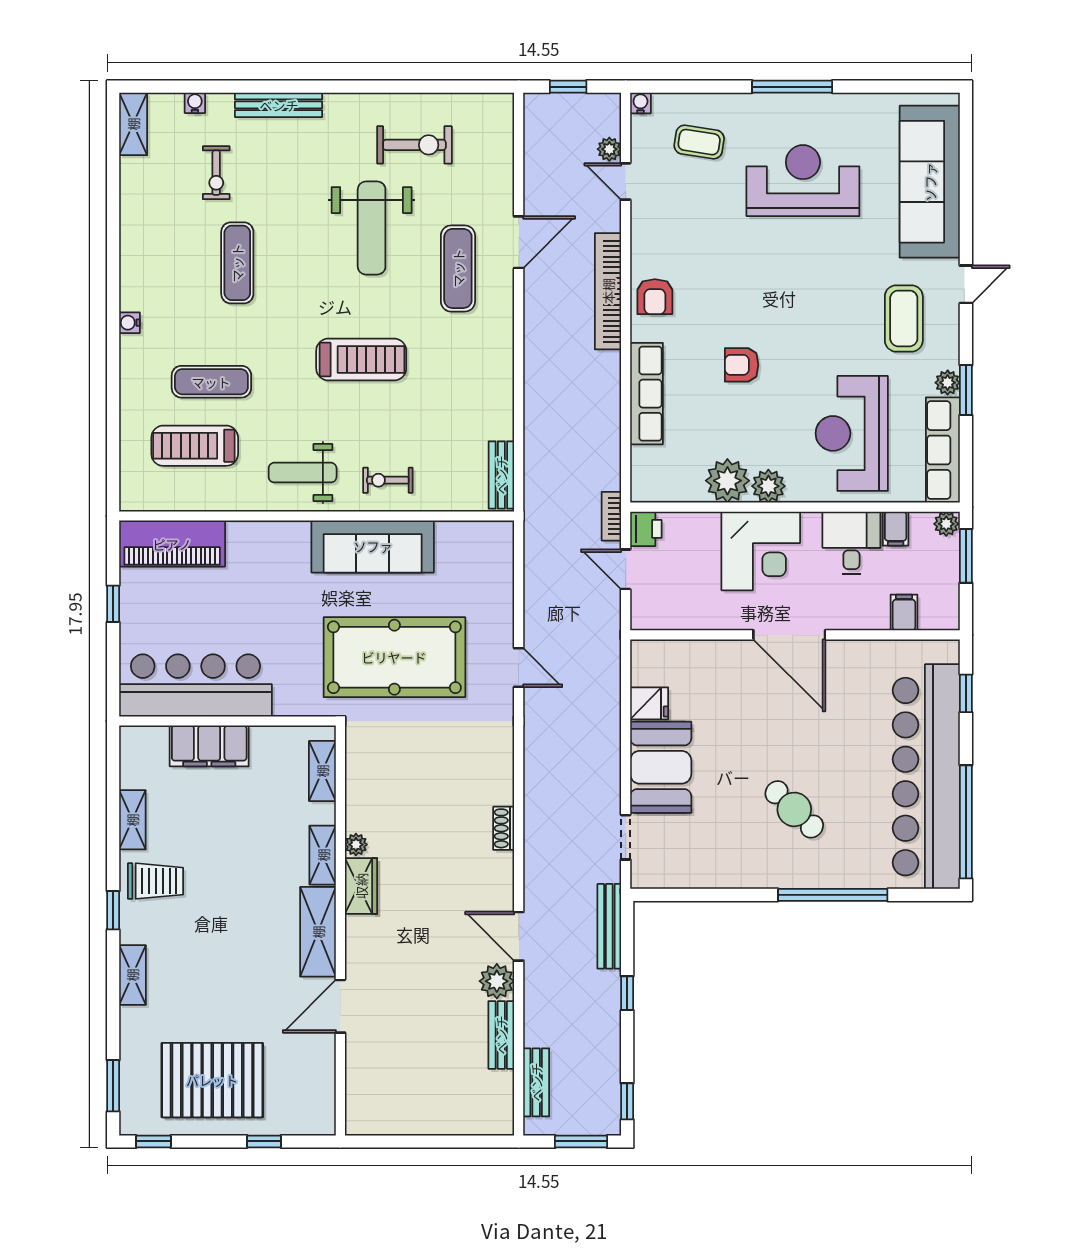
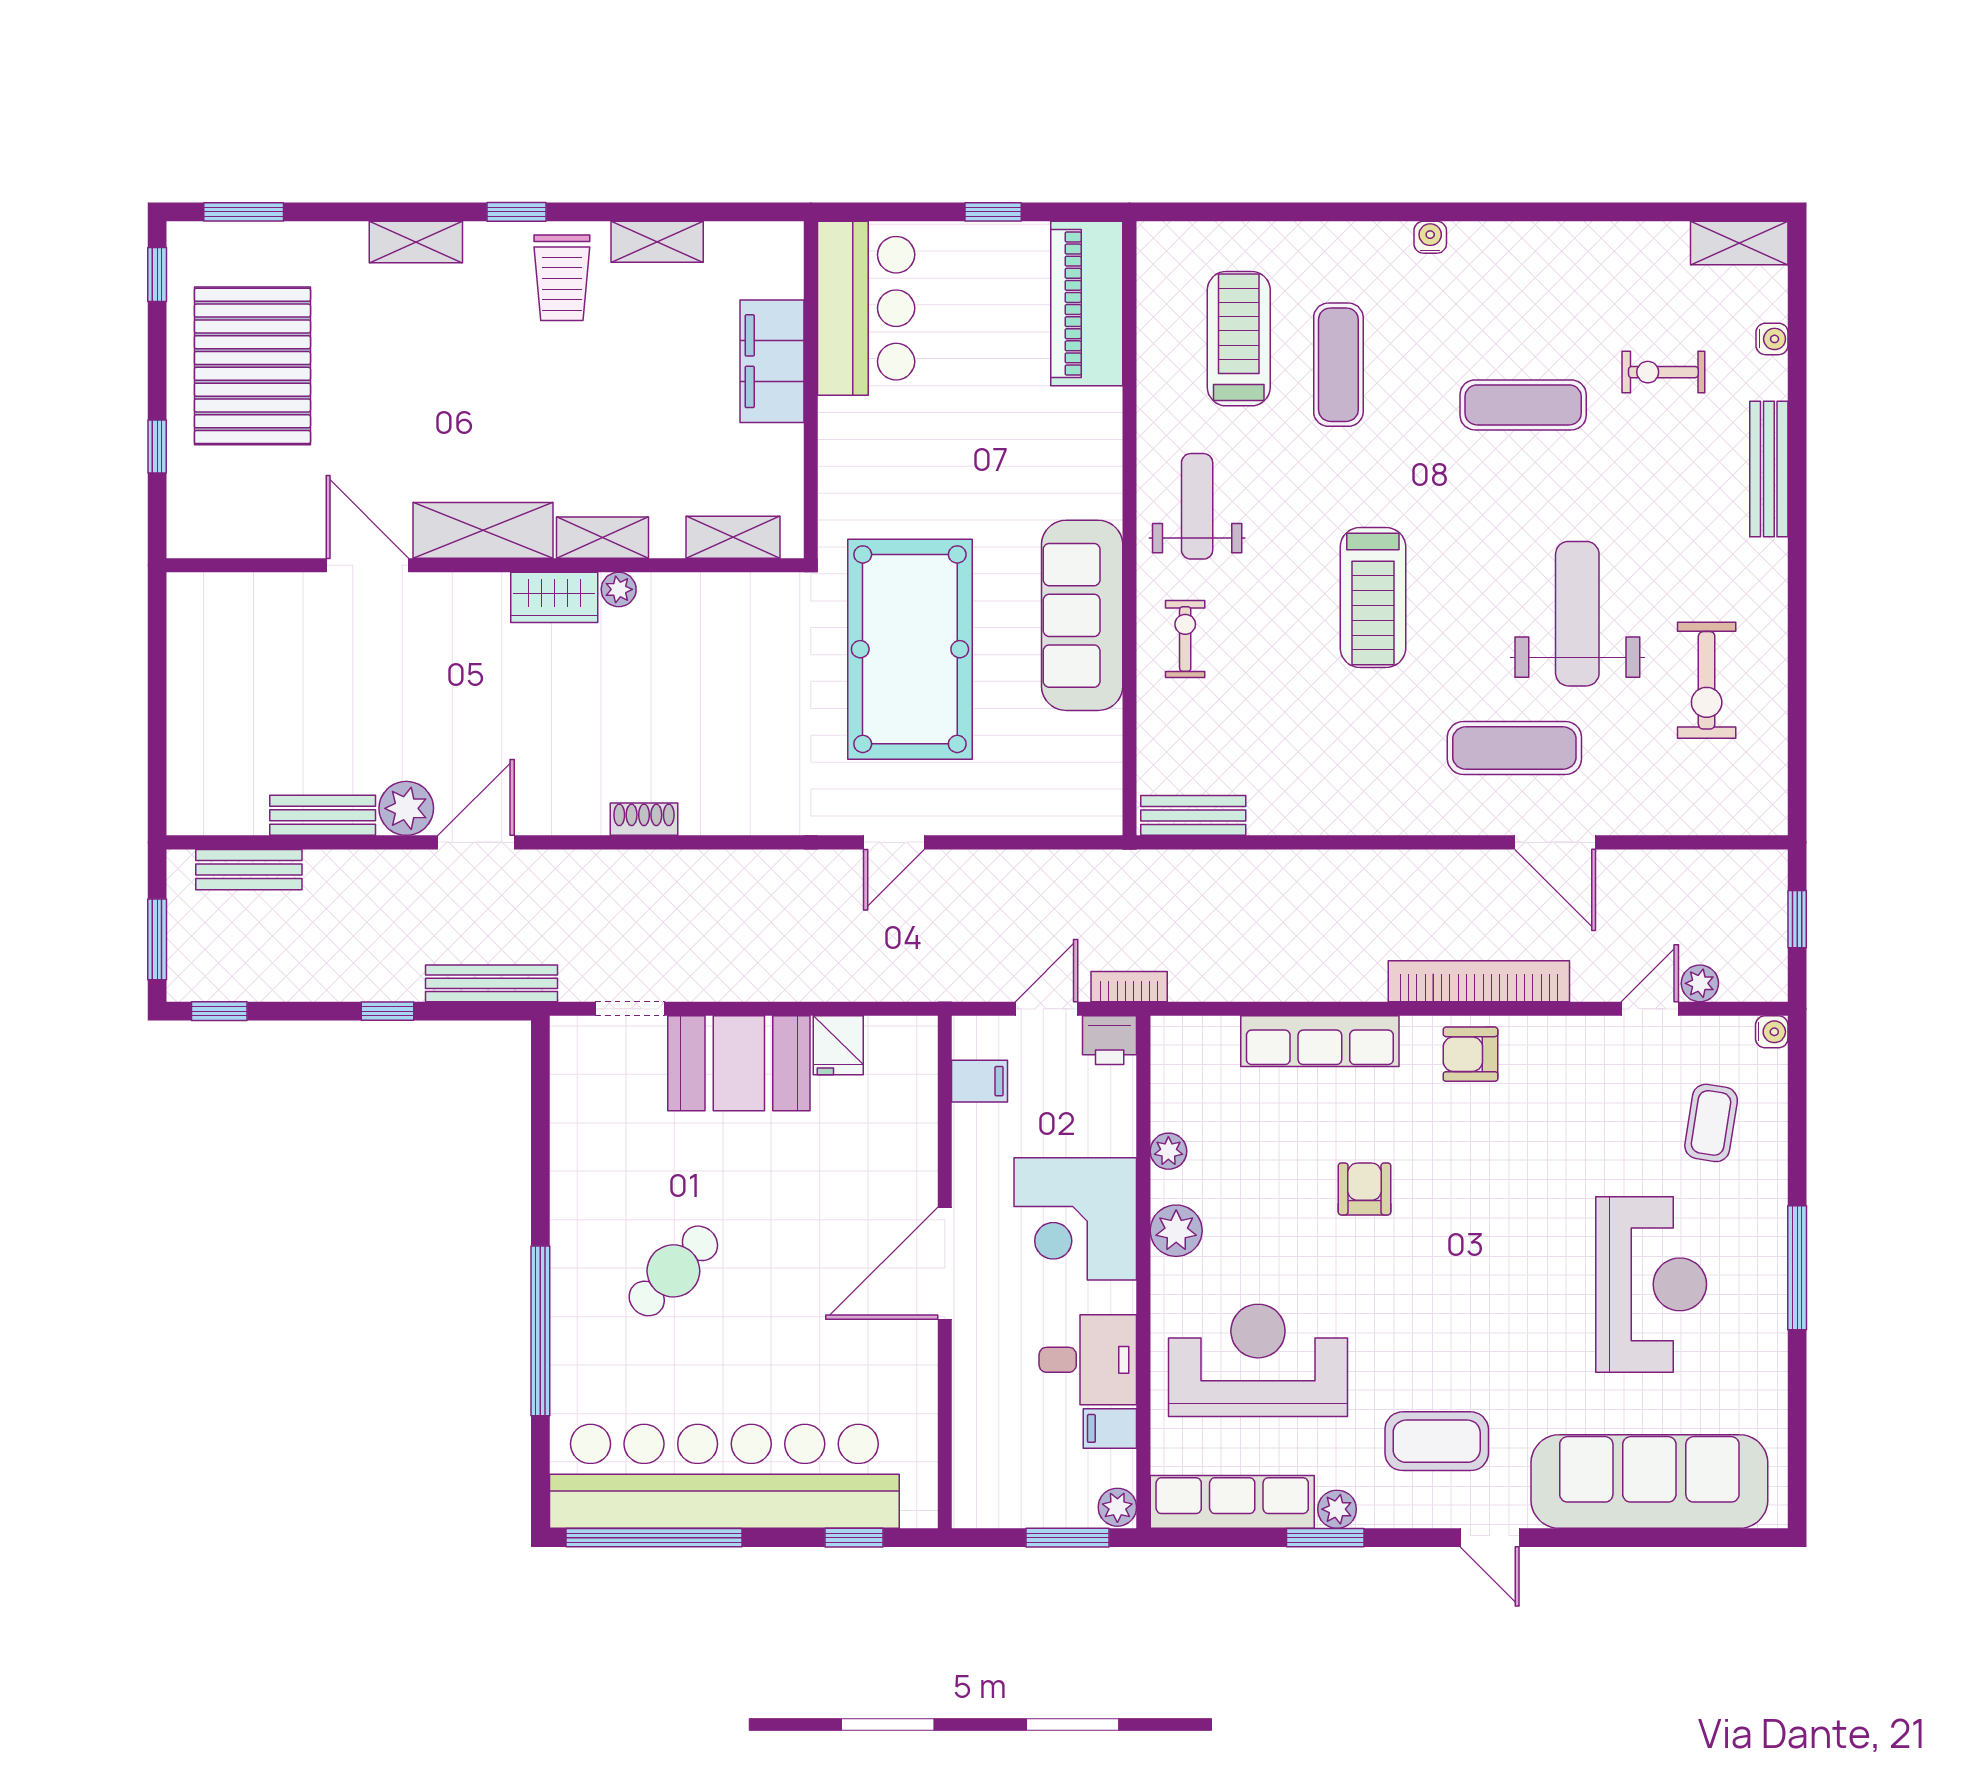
weight bench: (372, 228) -> (1577, 614), turned 90
plant: (727, 481) -> (1168, 1151), width x0.53, depth x0.53
filing cabinet: (904, 612) -> (980, 1081), moved
bar counter: (195, 685) -> (866, 308), width x0.73

